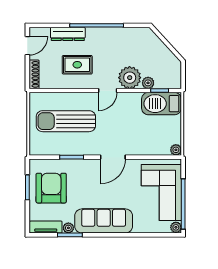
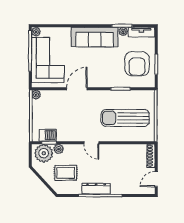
dresser: (68, 34) -> (96, 189), moved
rug: (77, 65) -> (66, 173), moved
plant: (130, 78) -> (44, 153), moved
door: (108, 91) -> (91, 143), swing flipped
barbecue: (161, 104) -> (48, 135), width x0.53, depth x0.65
sun lounger: (66, 121) -> (125, 118), turned 180
door: (113, 157) -> (77, 89), moved

